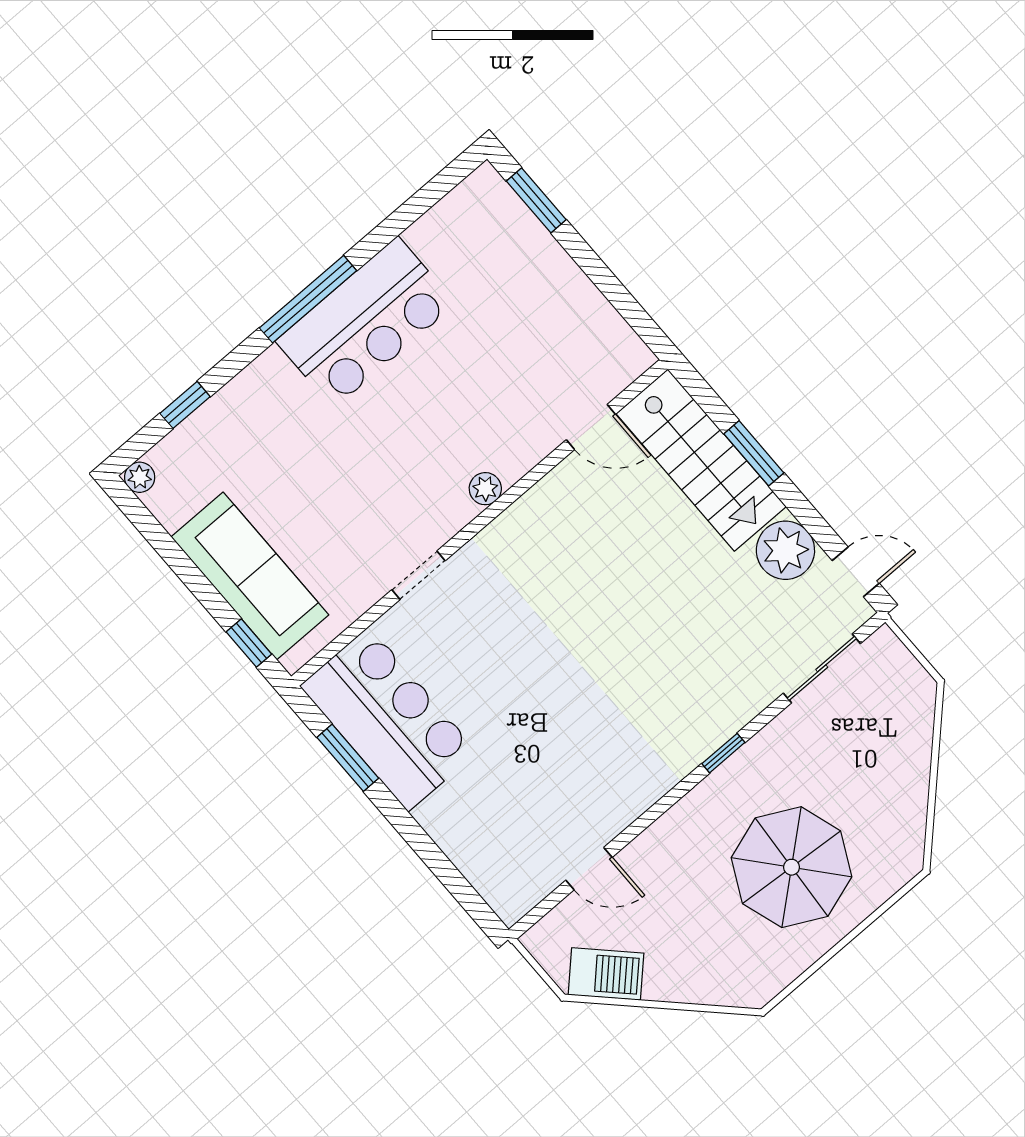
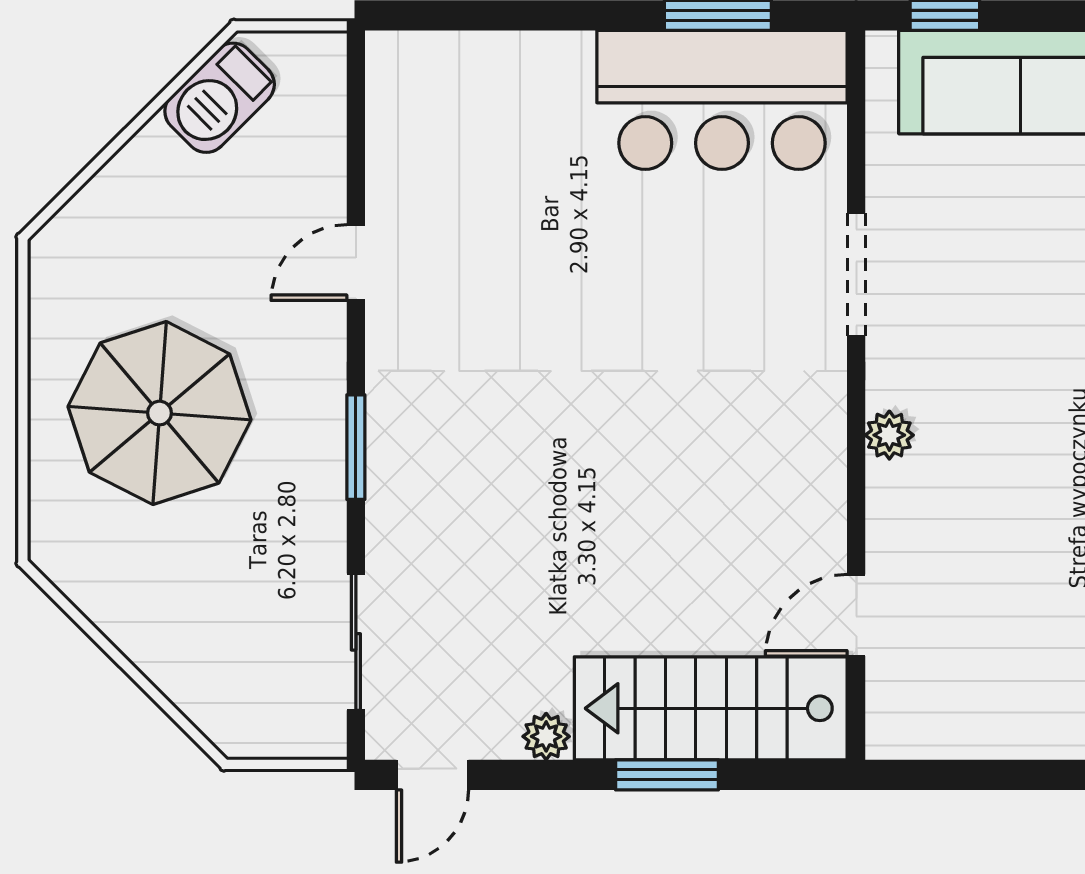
plant: (785, 550) -> (546, 736), width x0.53, depth x0.53
doorway: (418, 575) -> (856, 274), width x1.38
window: (723, 753) -> (356, 447), width x1.50
door: (589, 869) -> (356, 263), moved

